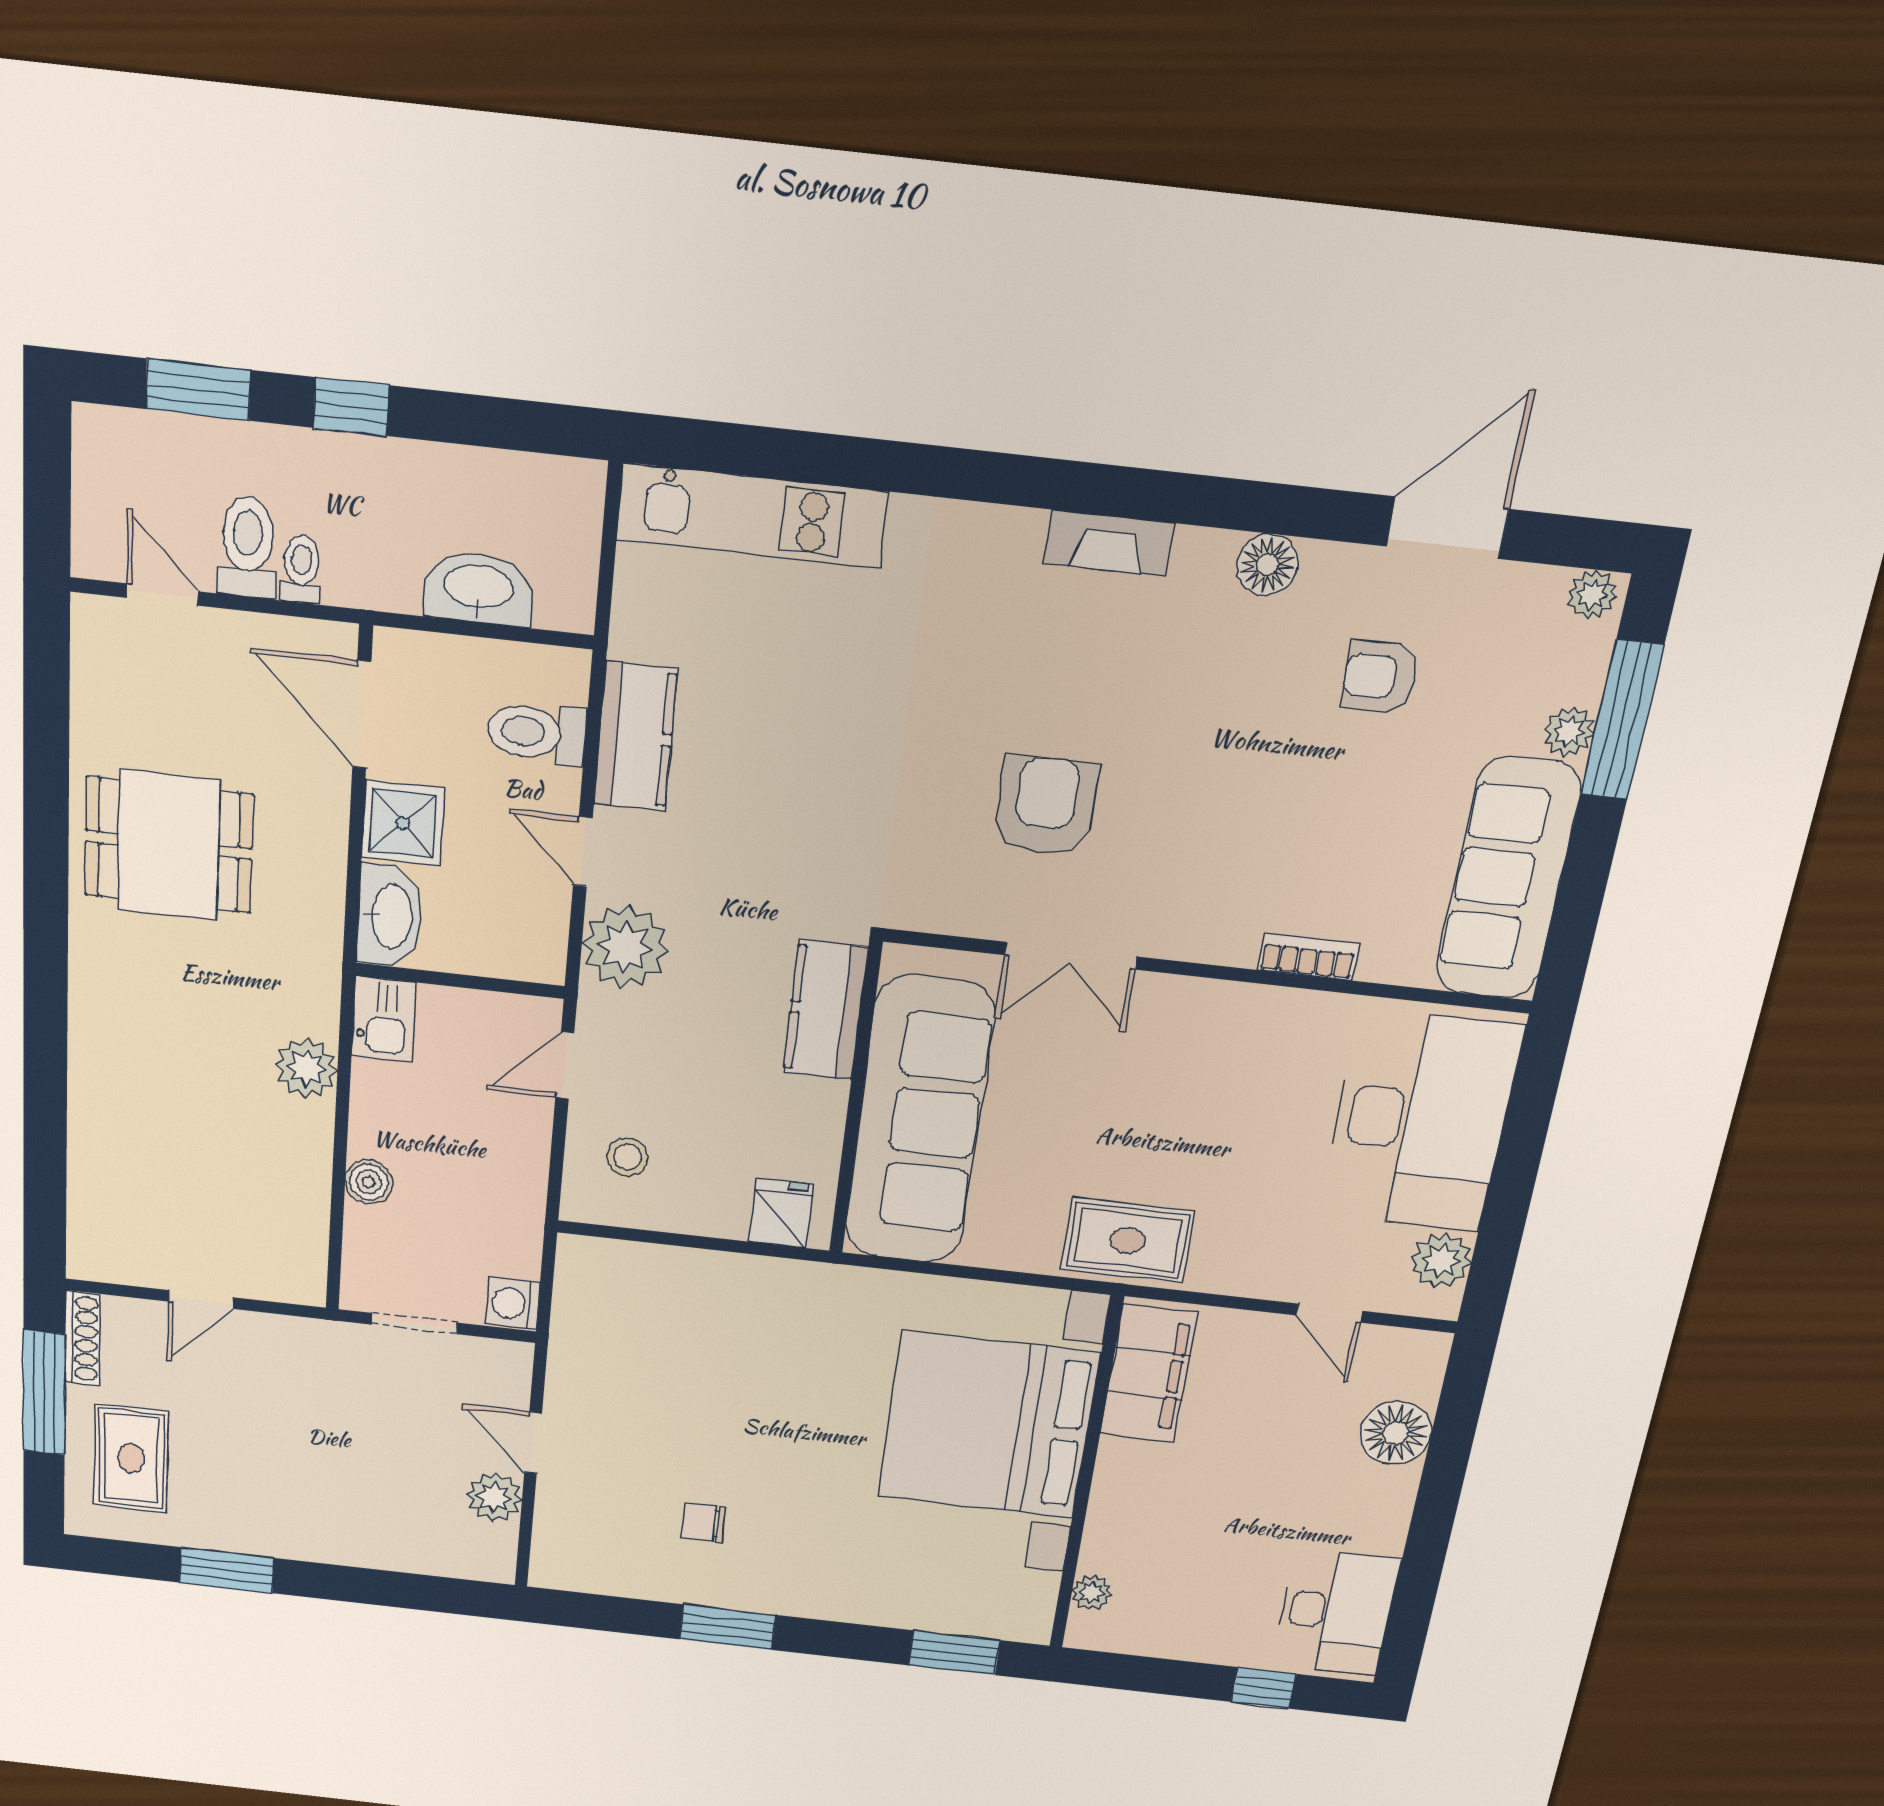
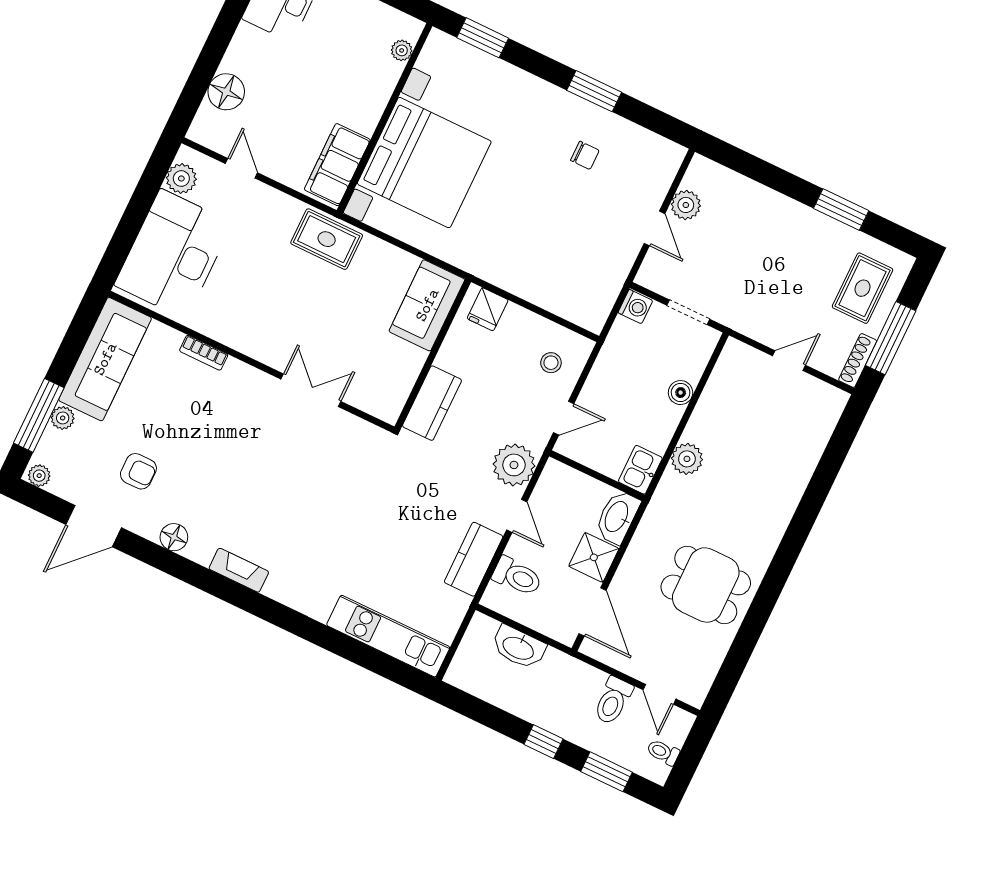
toilet: (301, 569) -> (663, 752), moved, turned 90
armchair: (1046, 806) -> (301, 464), removed
sofa: (919, 1121) -> (427, 305), width x0.54, depth x0.79

